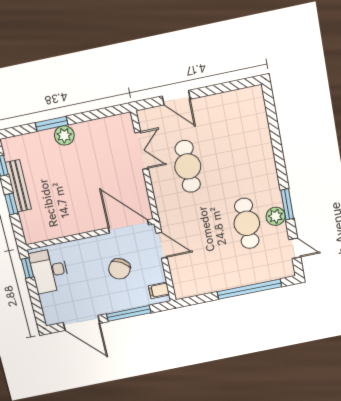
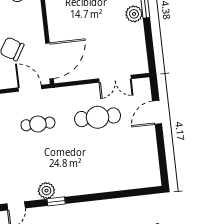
window: (287, 204) -> (56, 201), width x0.67
cafe table: (247, 223) -> (38, 124), moved, width x0.73, depth x0.74
door: (162, 245) -> (30, 88), swing flipped

